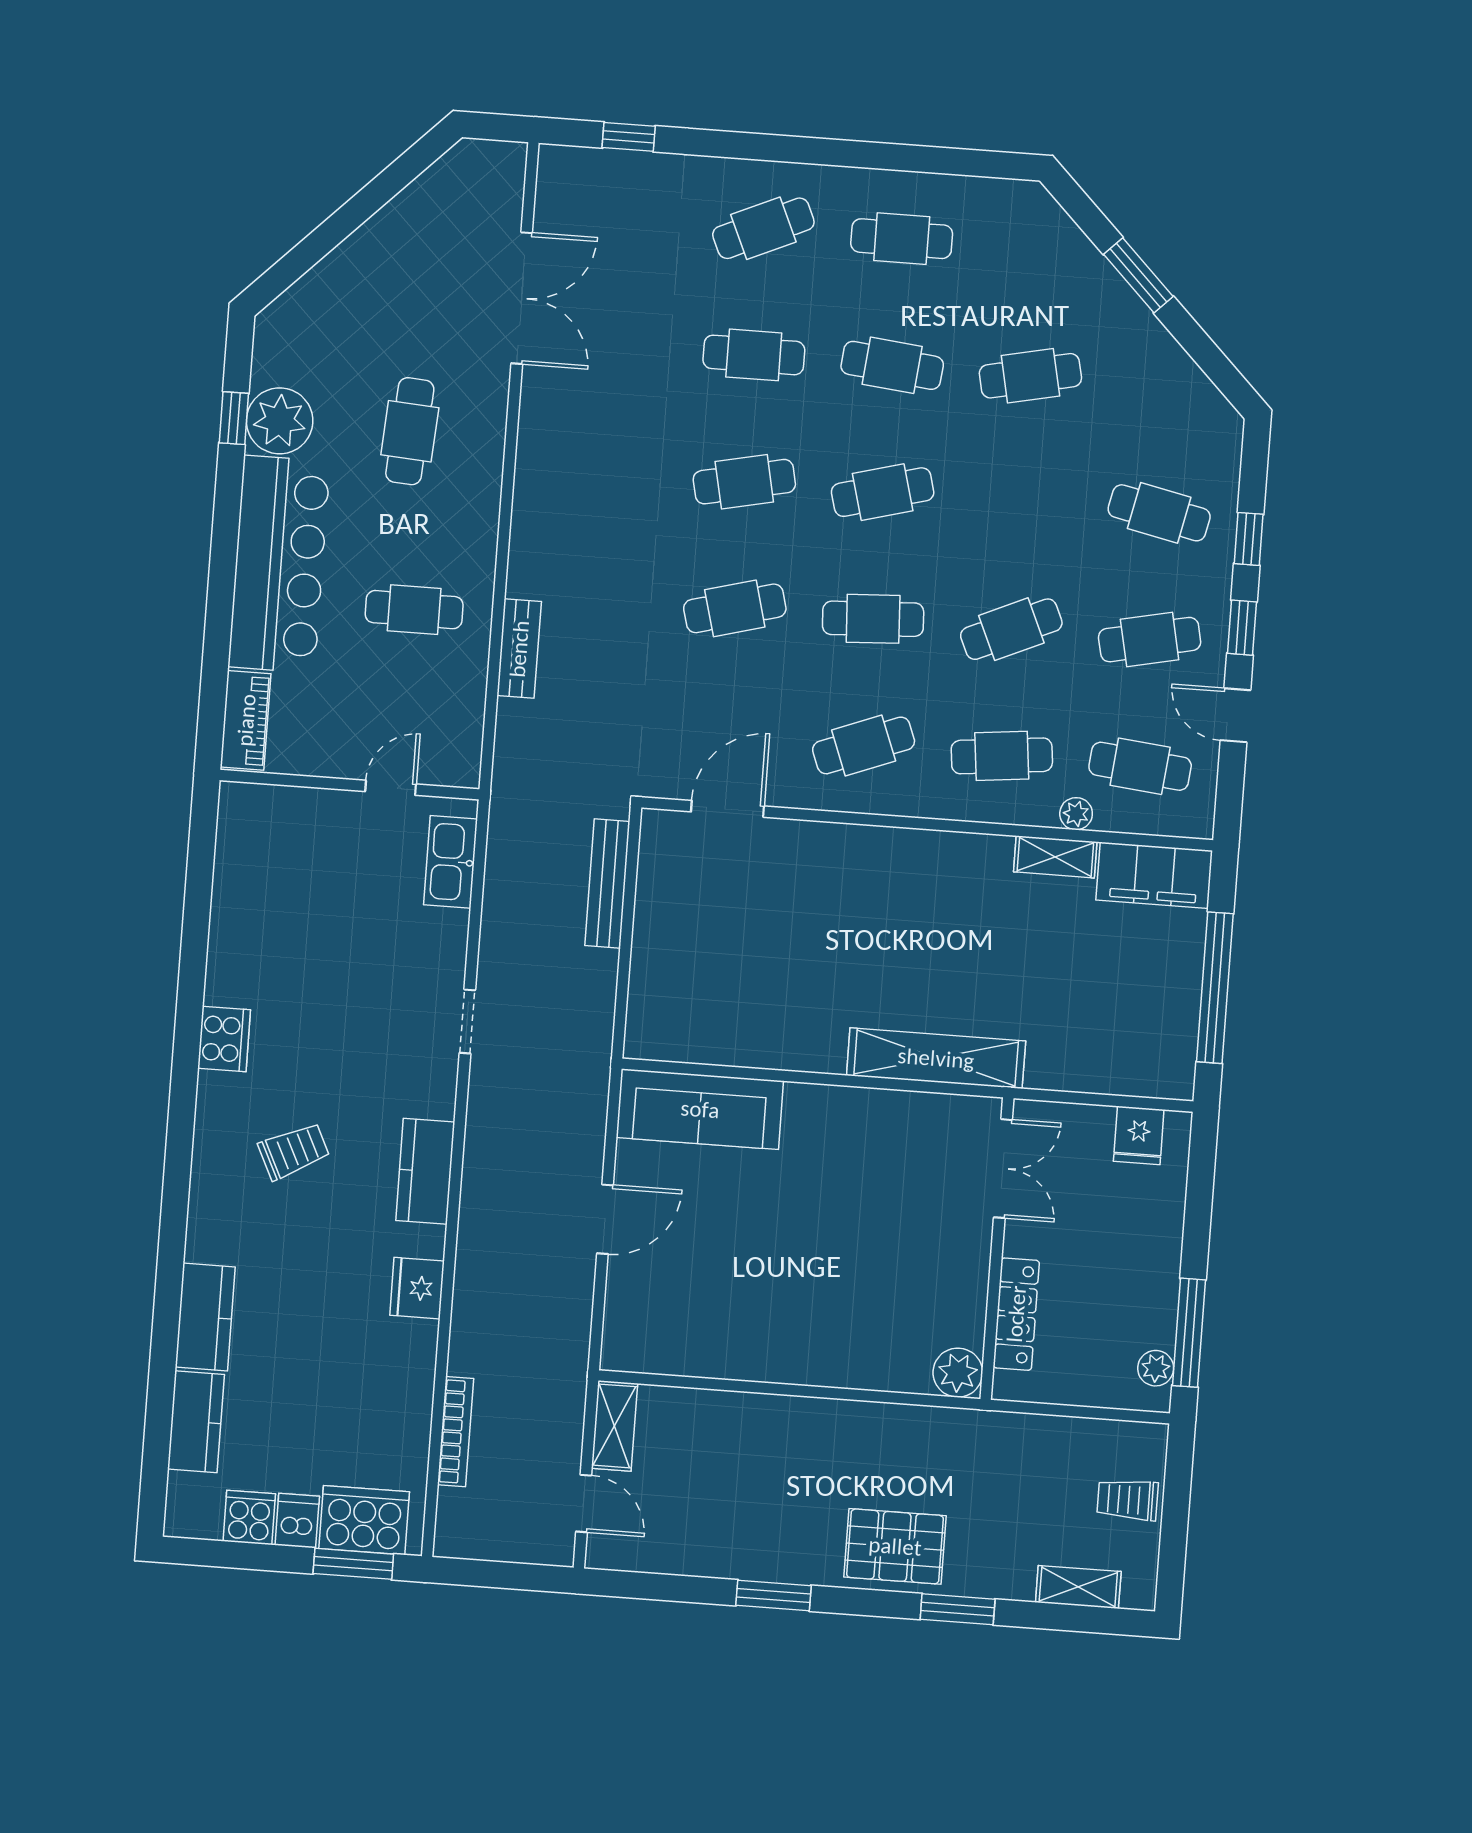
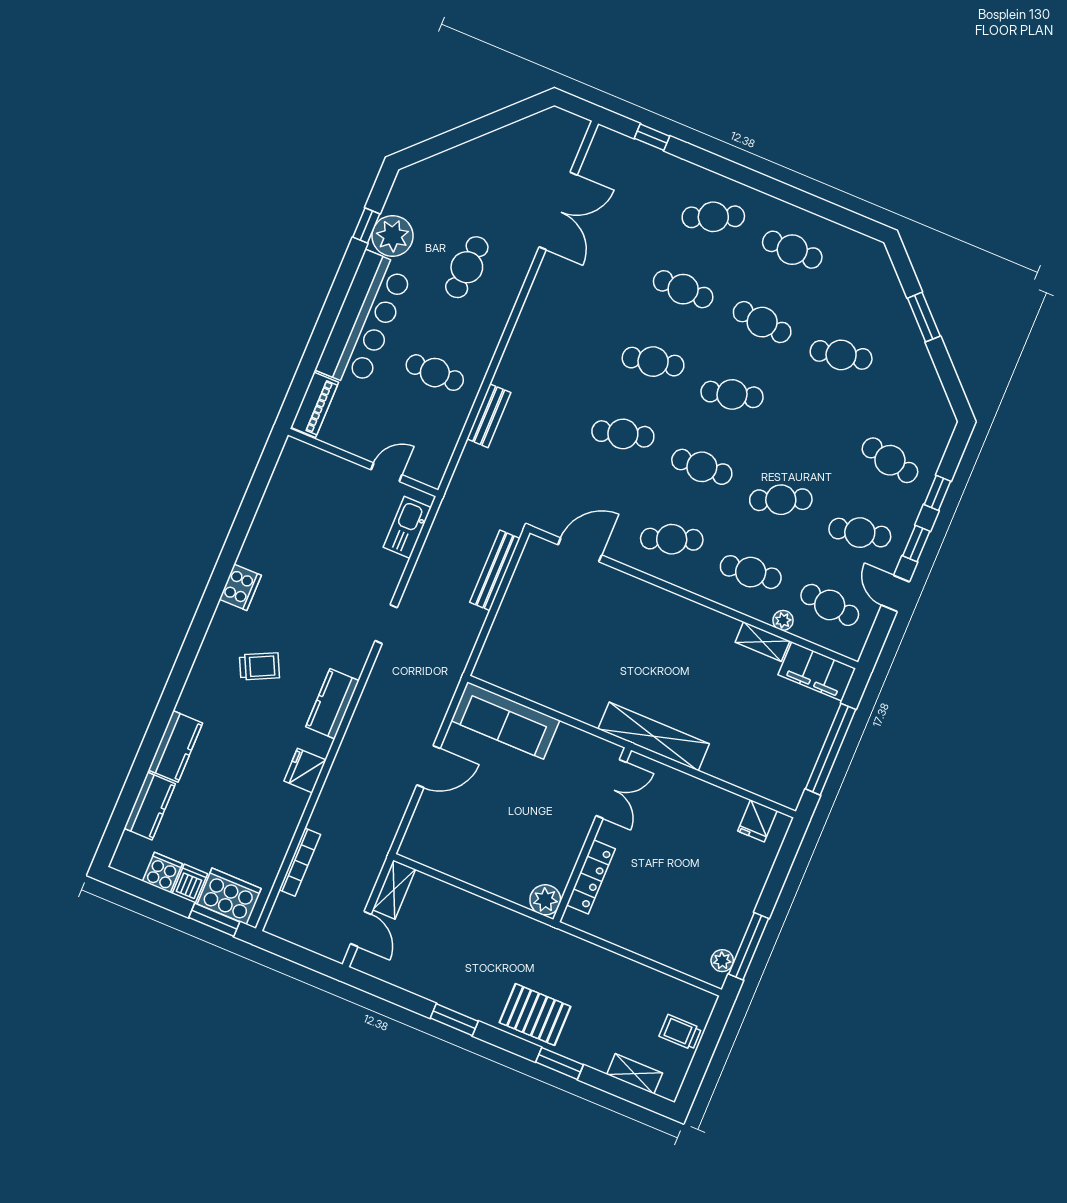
double door: (1003, 1169) -> (611, 789), moved
wall: (997, 1249) -> (592, 835), moved
locker: (1016, 1314) -> (591, 877), moved
plant: (958, 1373) -> (545, 900), moved

